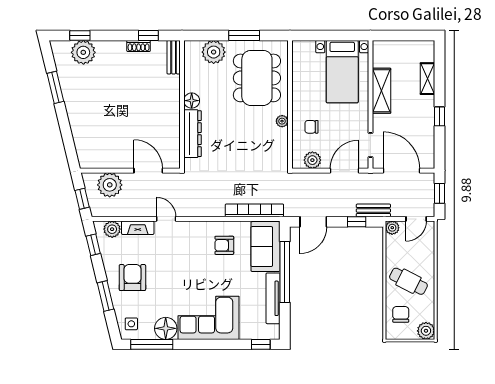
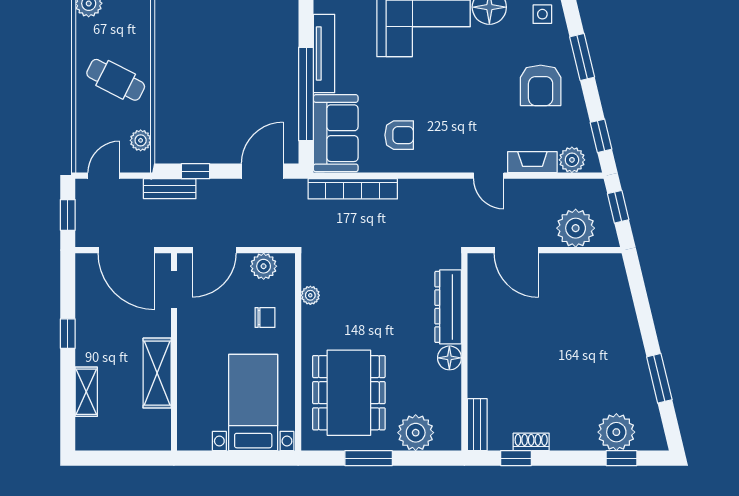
bed with nightstands: (342, 72) -> (253, 402), moved
plant: (282, 121) -> (310, 295), moved
plant: (392, 228) -> (141, 140), moved
chair: (401, 314) -> (128, 29), removed

